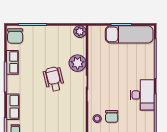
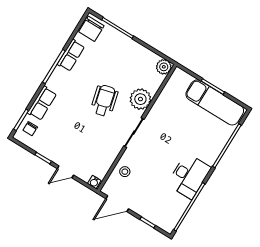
chair: (112, 116) -> (142, 179), removed

